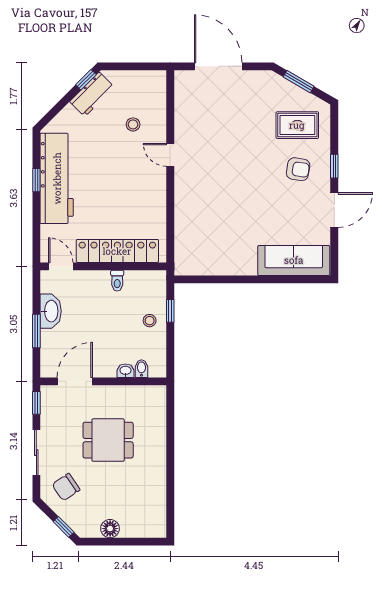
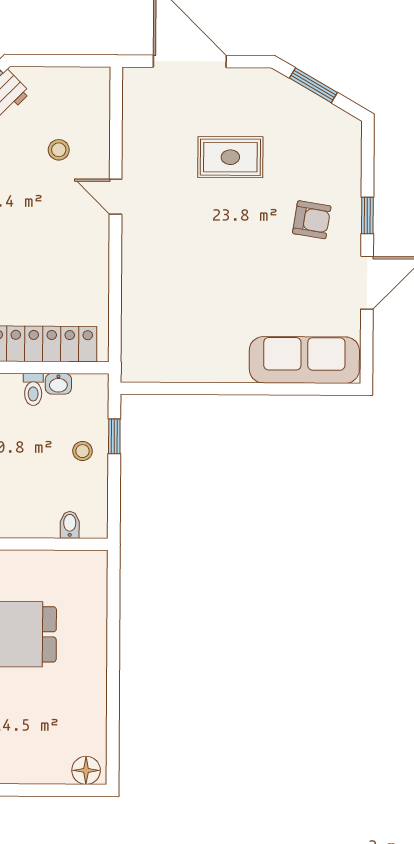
rug: (297, 125) -> (230, 157), moved
washbasin: (125, 371) -> (58, 384), moved, turned 180
floor lamp: (110, 529) -> (86, 770), moved

